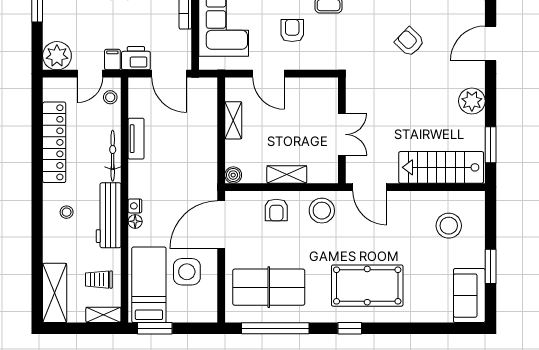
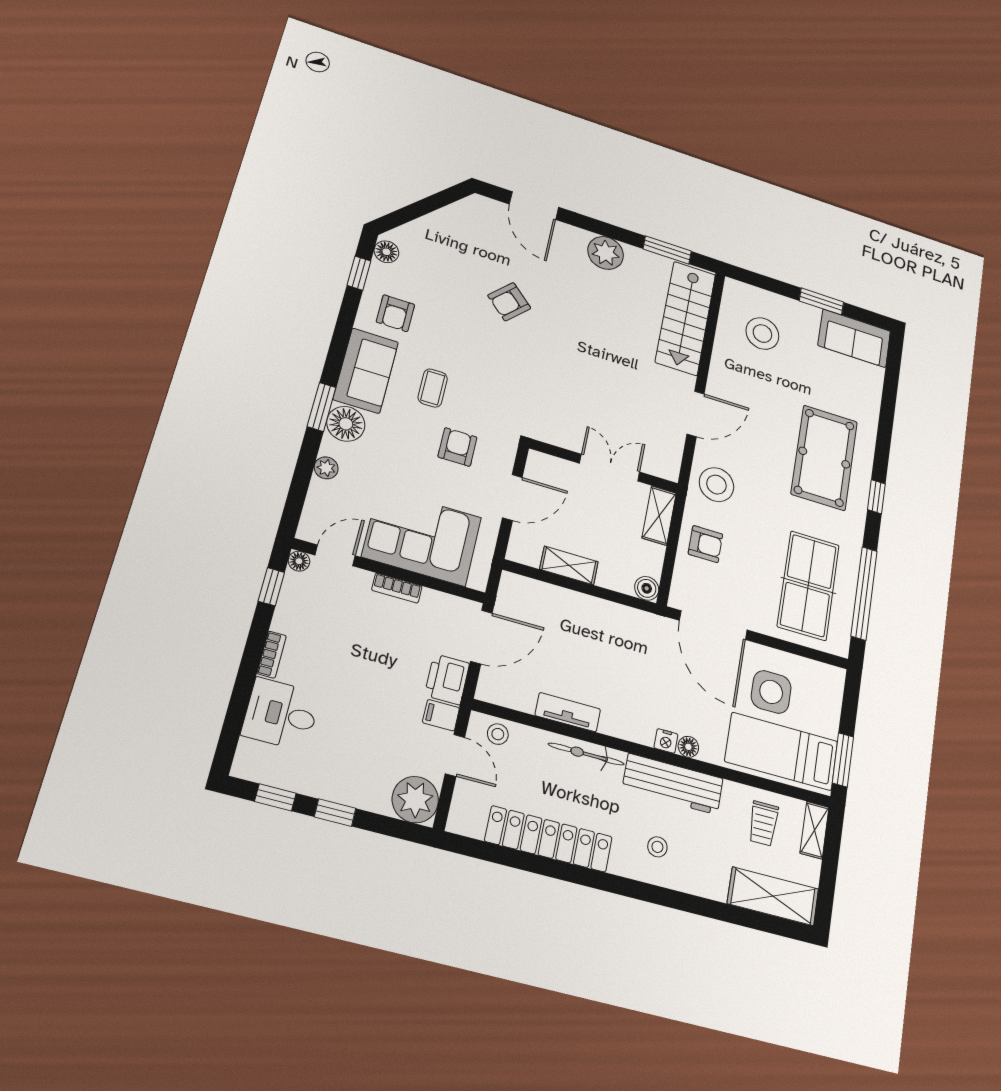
armchair: (292, 31) -> (457, 447), turned 90
wall: (342, 130) -> (604, 466), moved
double door: (342, 134) -> (610, 468), moved

